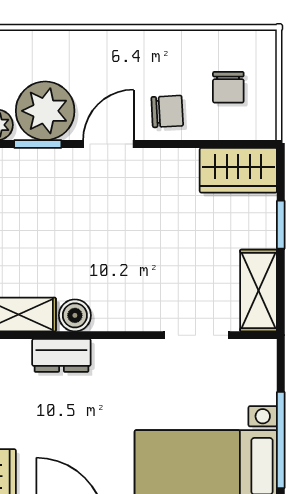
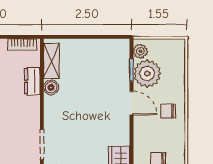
chair: (167, 111) -> (168, 111), moved, turned 93

